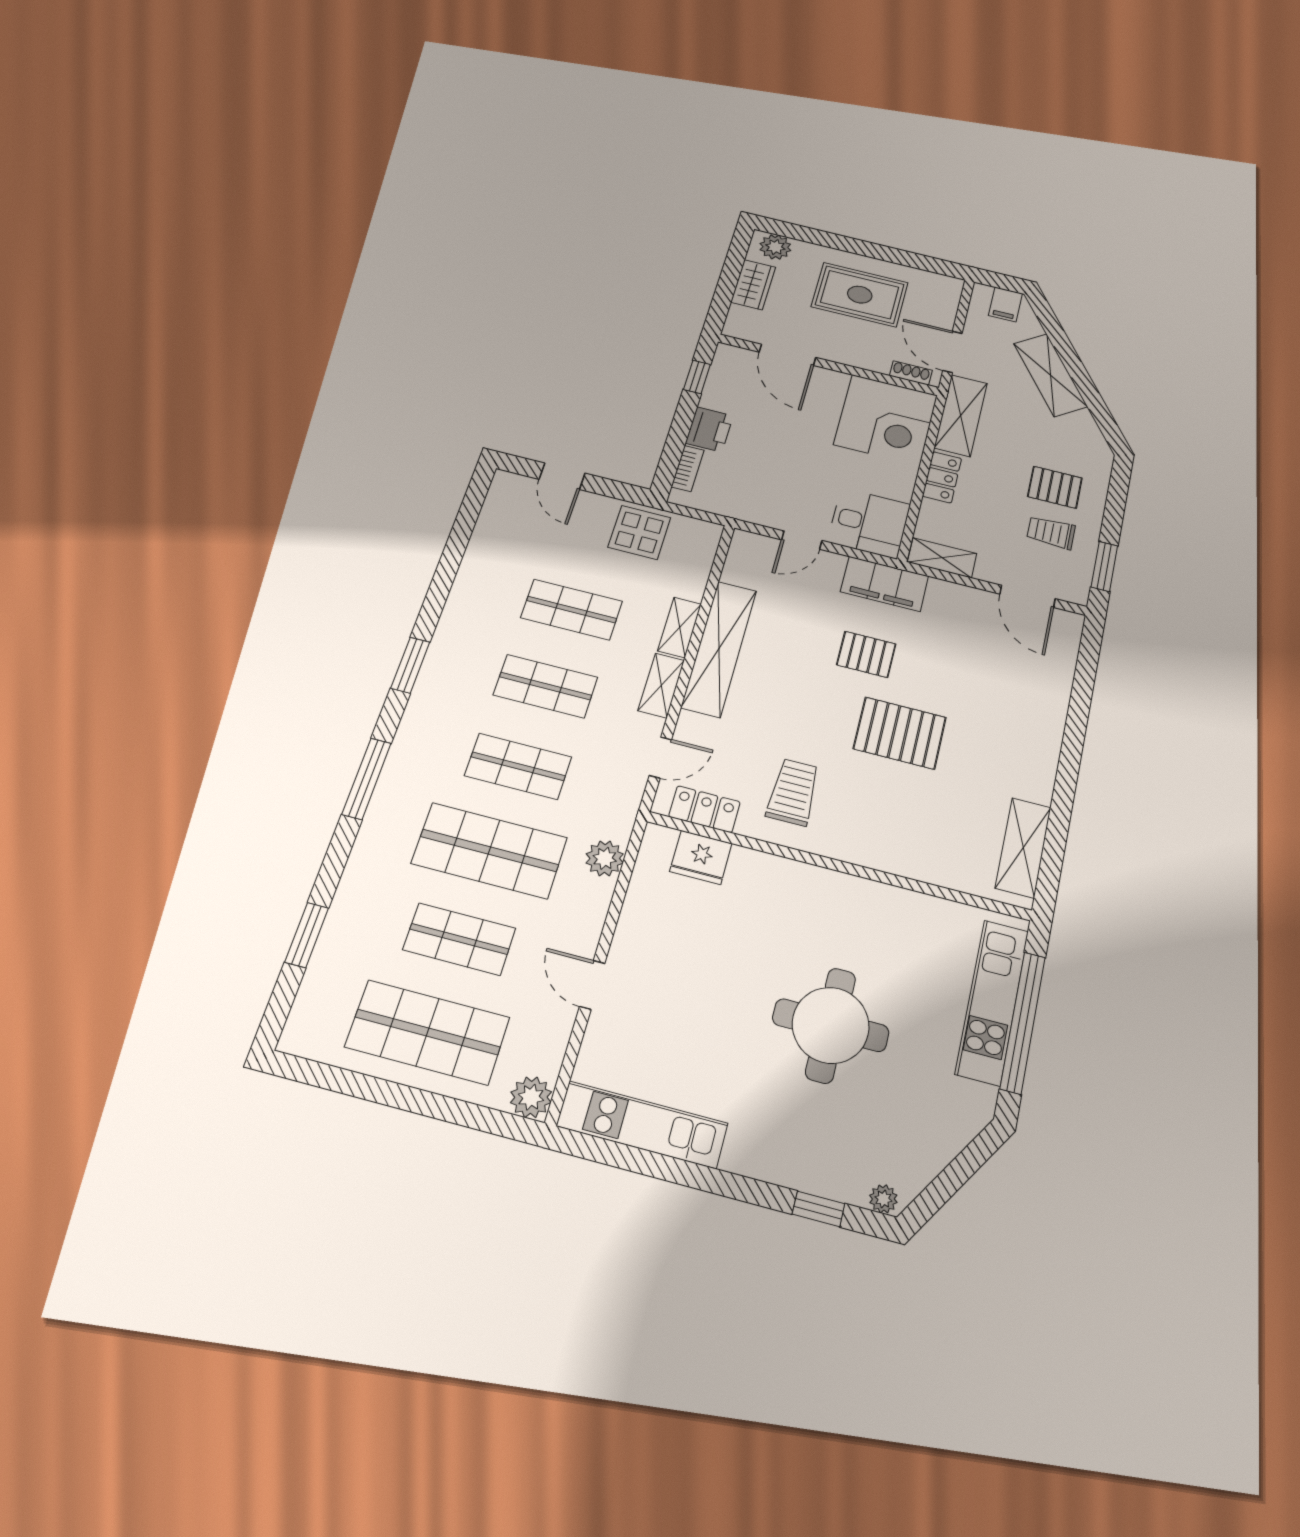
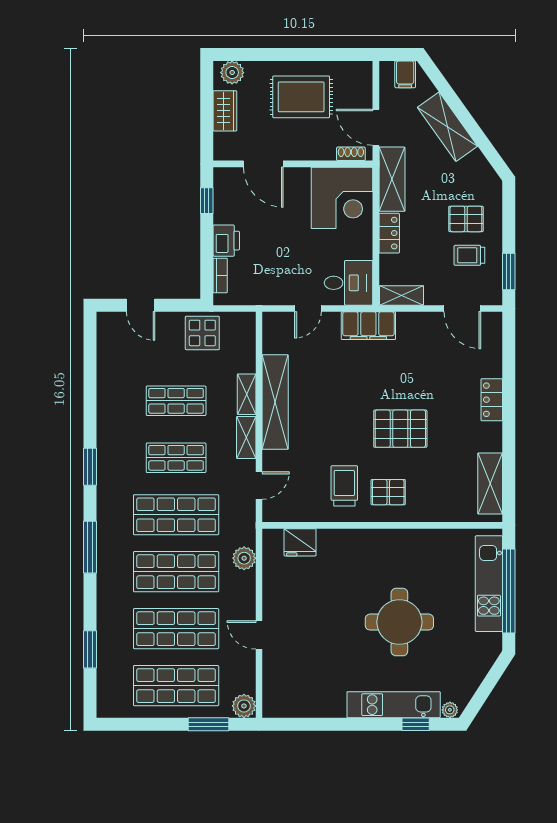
pallet: (866, 654) -> (388, 492), moved
shop shelf: (518, 766) -> (176, 515), width x1.43, depth x1.36
locker: (704, 809) -> (492, 400), moved, turned -90
shop shelf: (459, 939) -> (176, 629), width x1.43, depth x1.36
window: (461, 1113) -> (209, 724), added
kitchen unit: (642, 1125) -> (394, 705), moved

